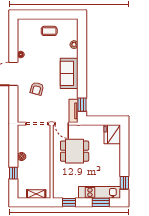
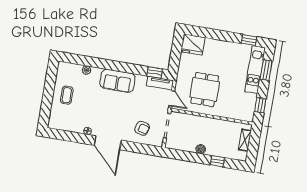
armchair: (37, 89) -> (142, 128), moved
door: (62, 124) -> (172, 98), hinge flipped

